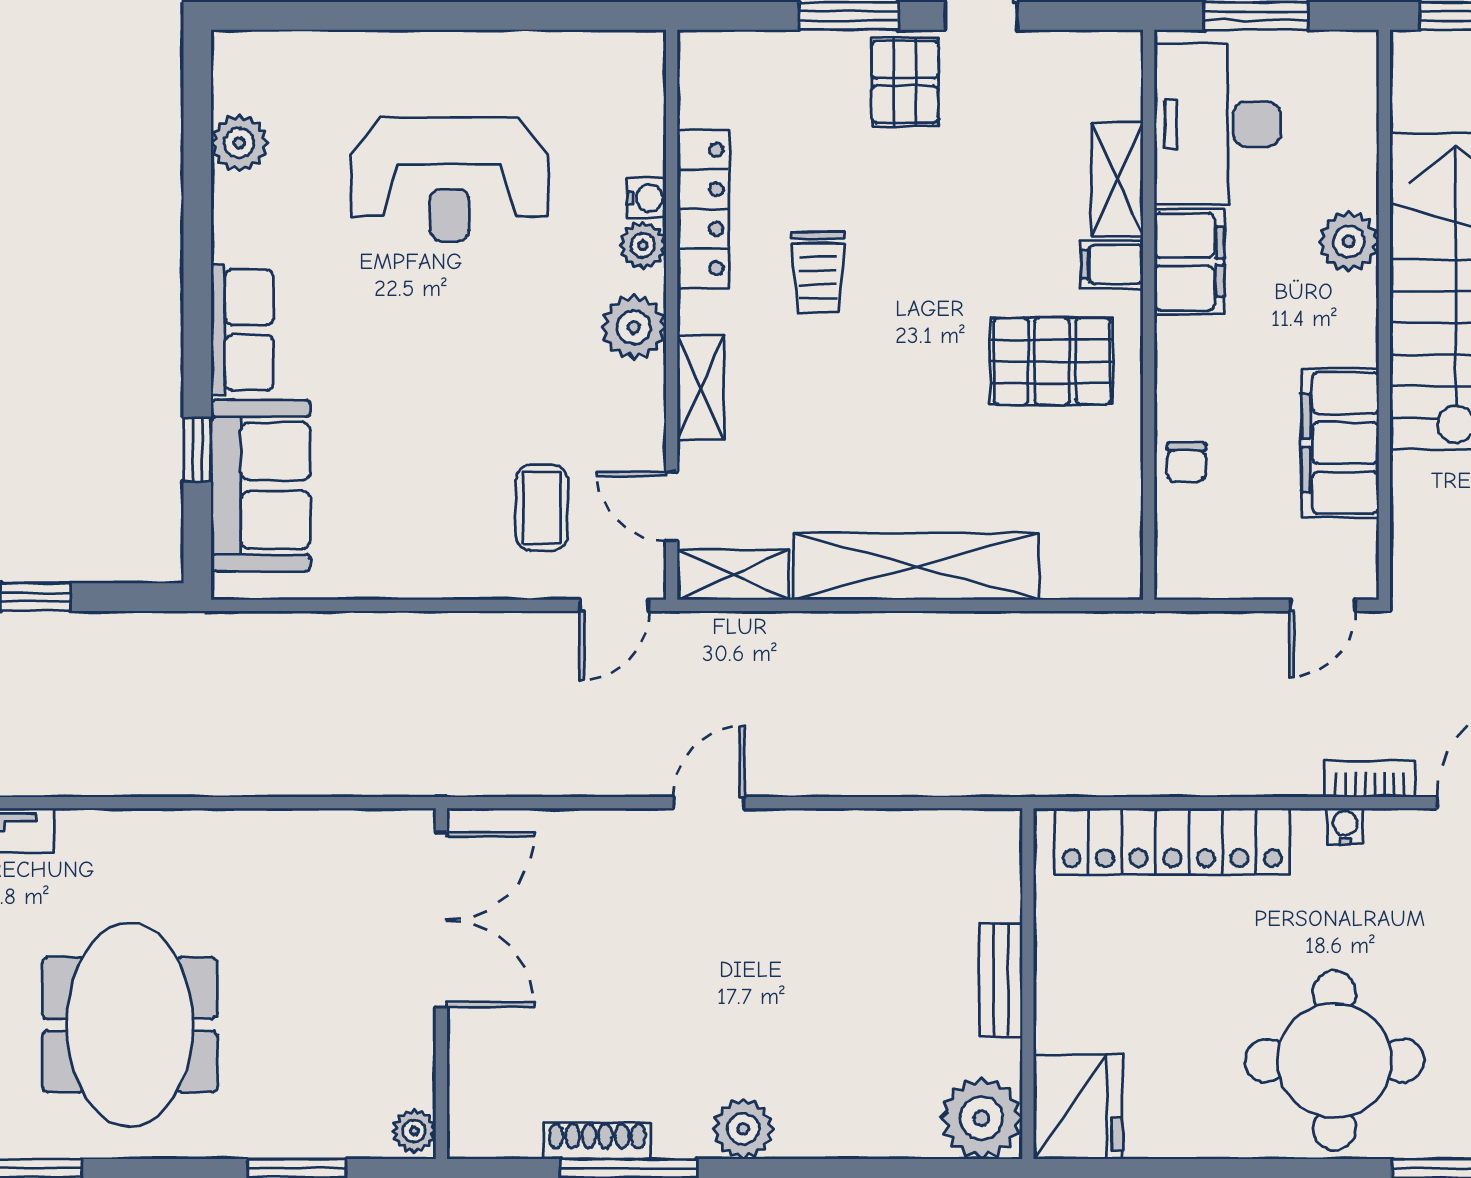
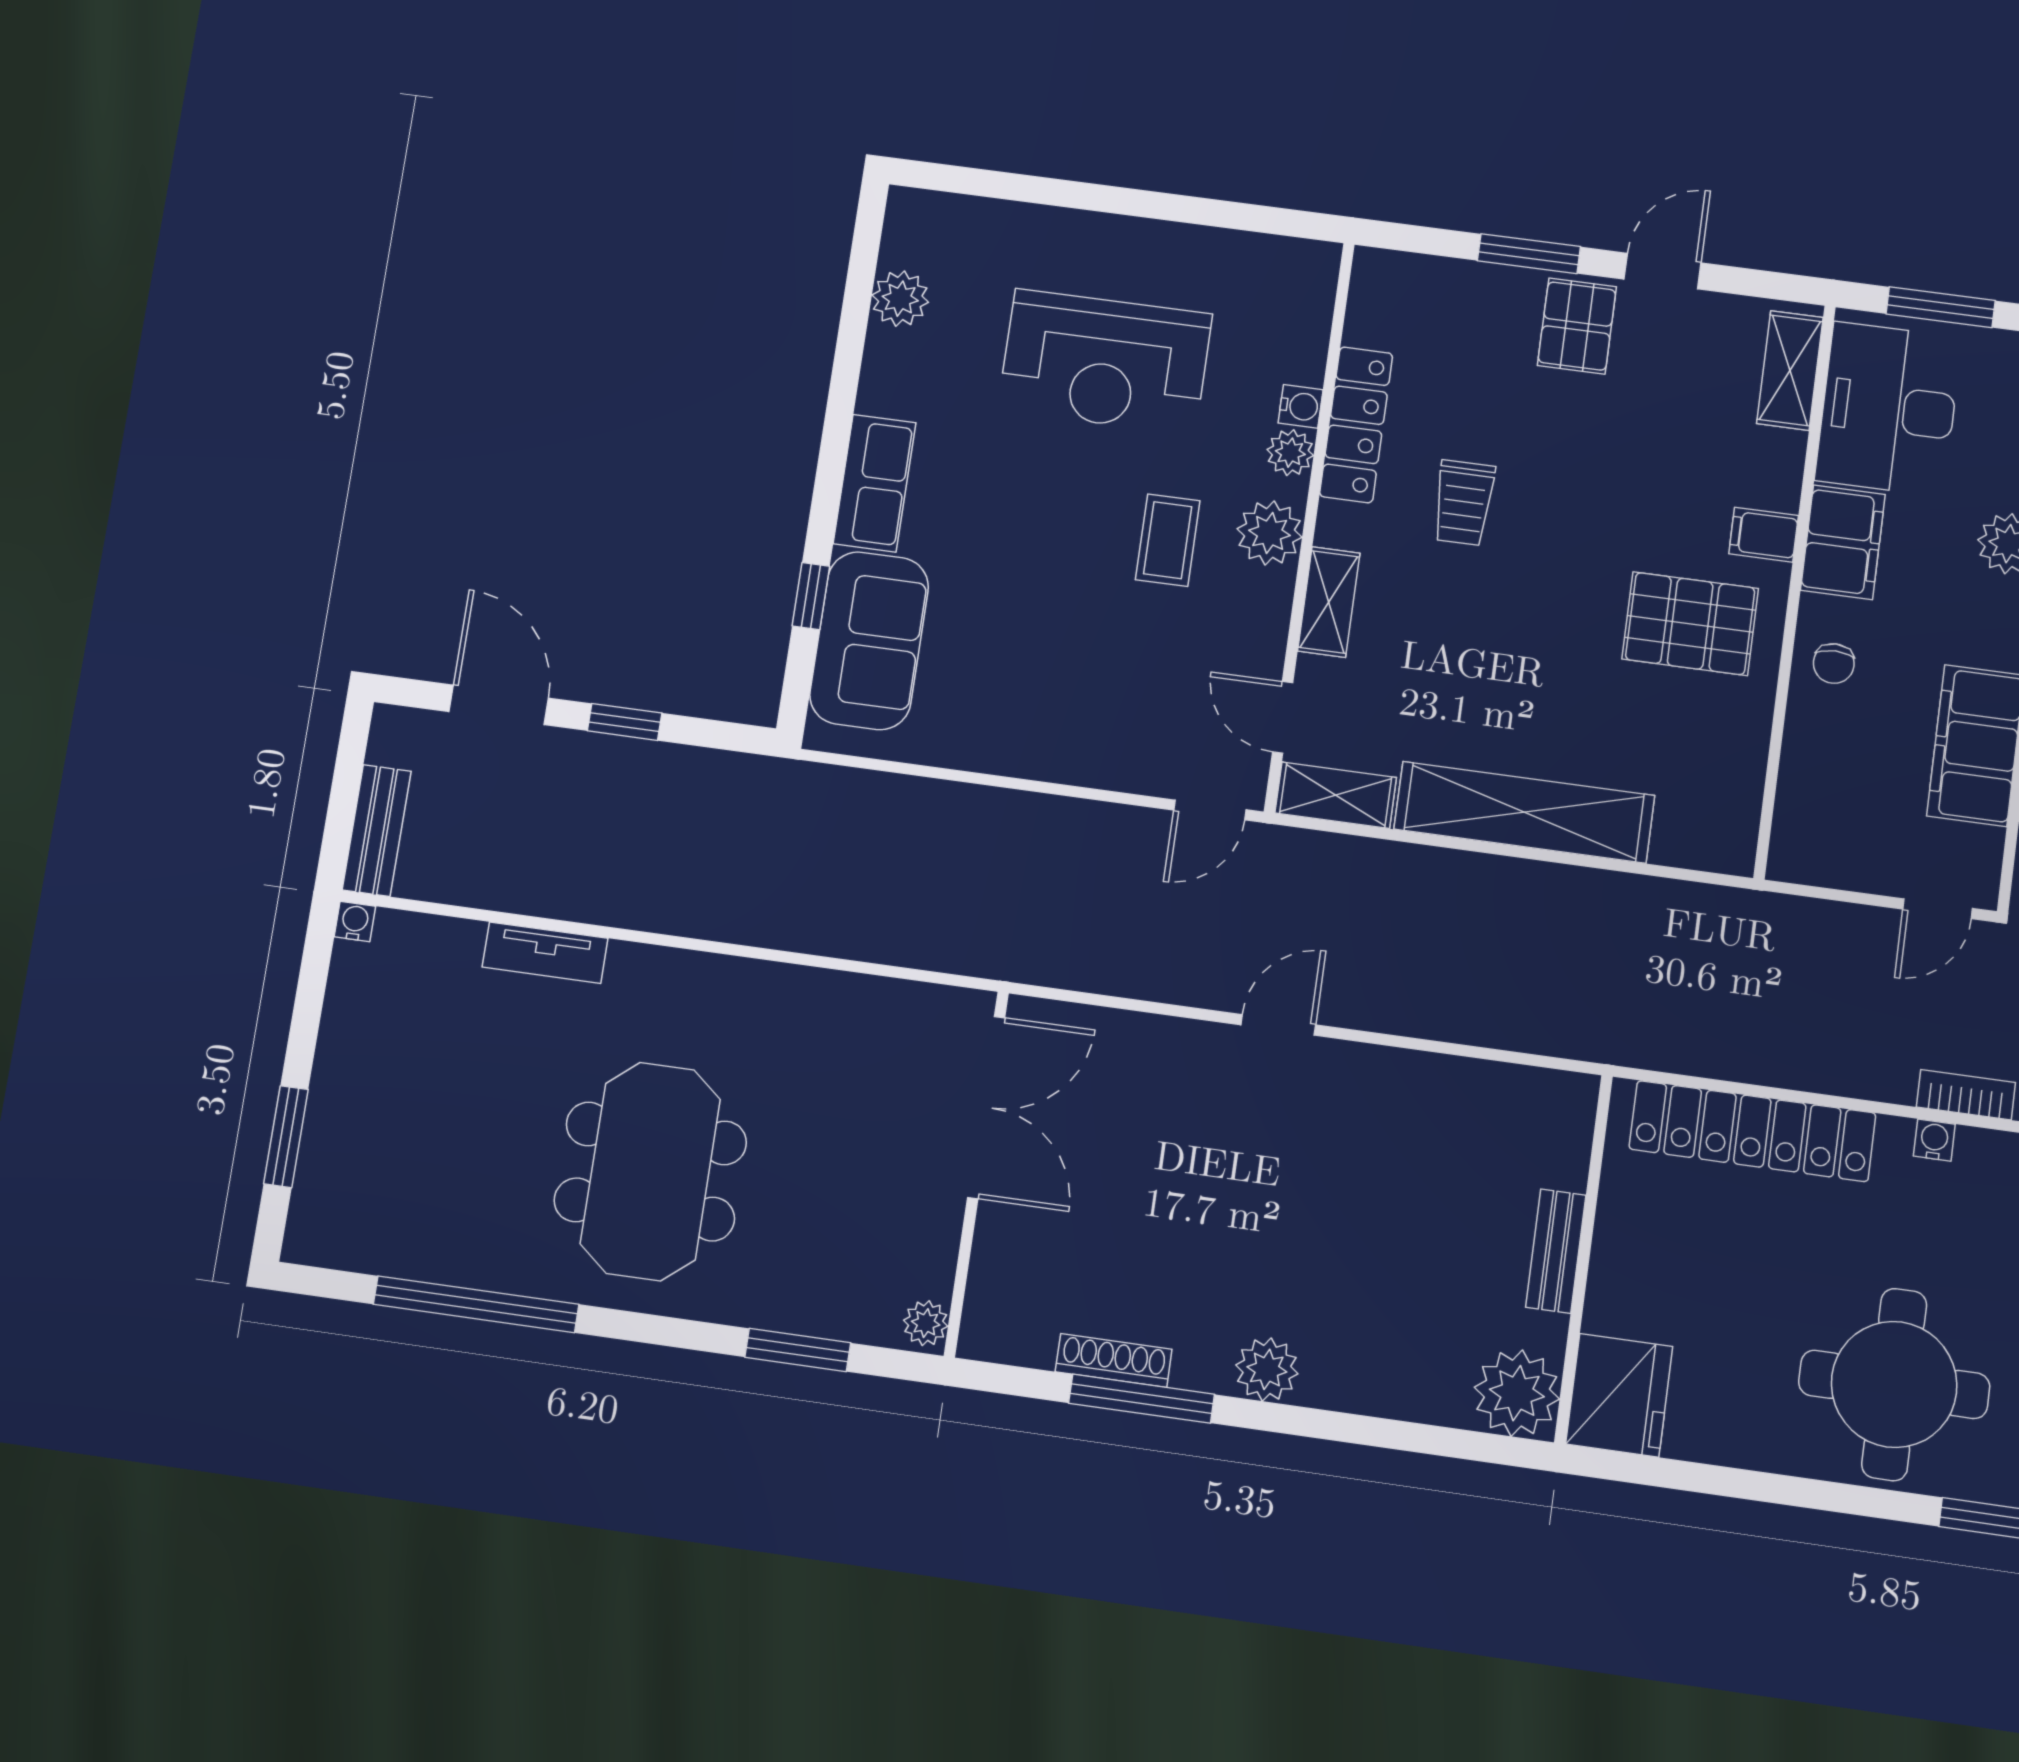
shelving: (1117, 179) -> (1790, 370), moved
chair: (1186, 462) -> (1834, 663), moved
coffee table: (542, 508) -> (1168, 540), moved

